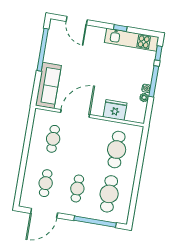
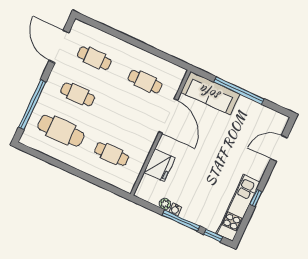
window: (43, 50) -> (239, 90), moved
cafe table: (117, 150) -> (112, 154), width x0.73, depth x0.74

